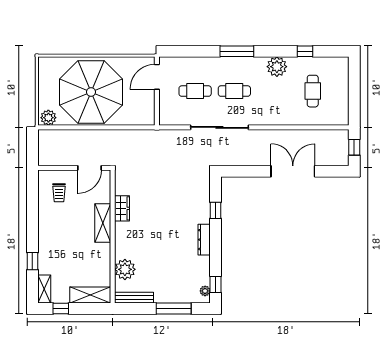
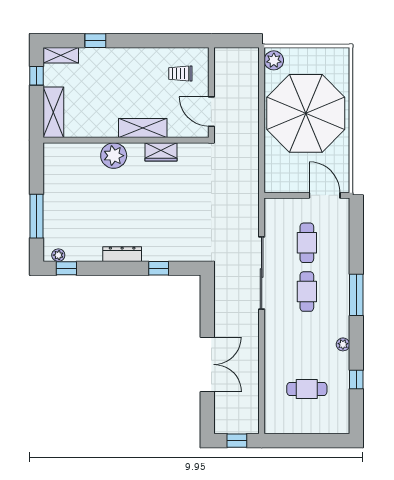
plant: (277, 67) -> (343, 344), width x0.53, depth x0.53
plant: (125, 269) -> (114, 156), moved
bench: (134, 298) -> (50, 167), removed

